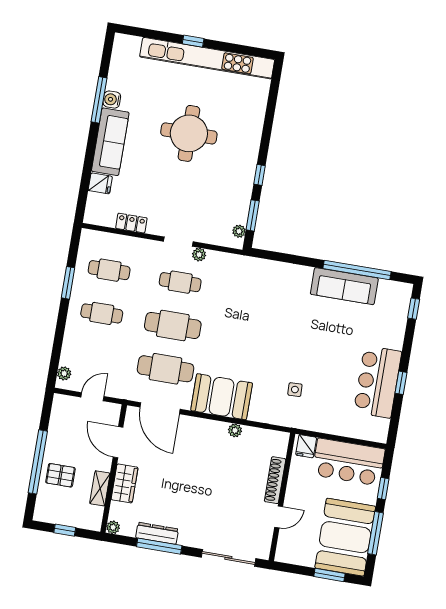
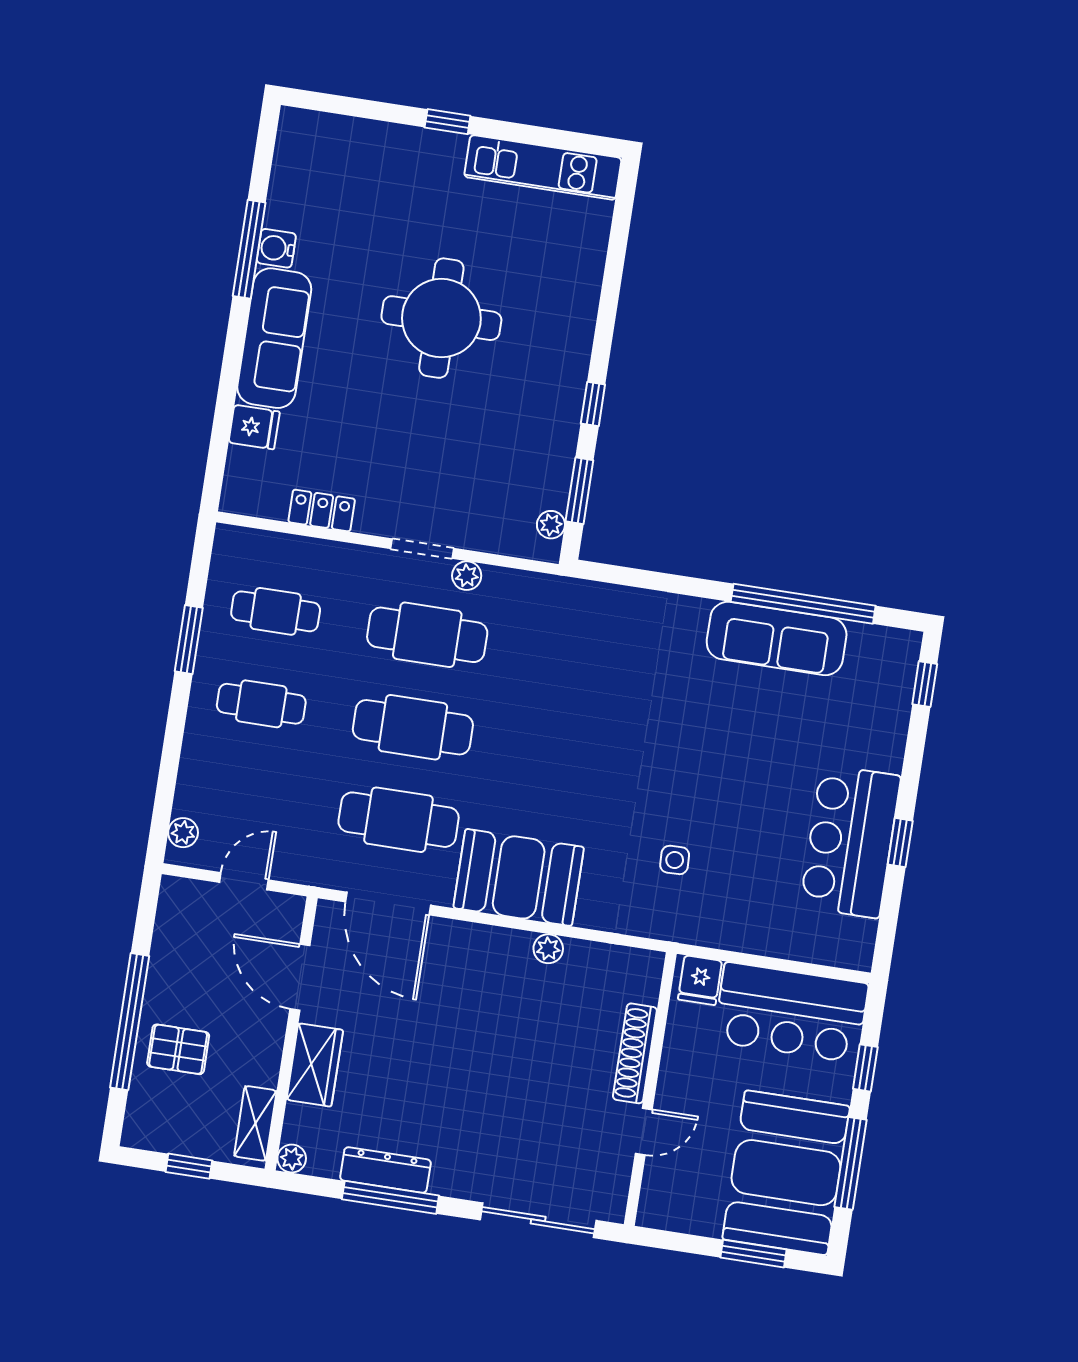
kitchen unit: (207, 58) -> (543, 167), width x0.54
cafe table: (180, 282) -> (427, 635), width x1.37, depth x1.35
shelving: (100, 488) -> (255, 1123), moved

